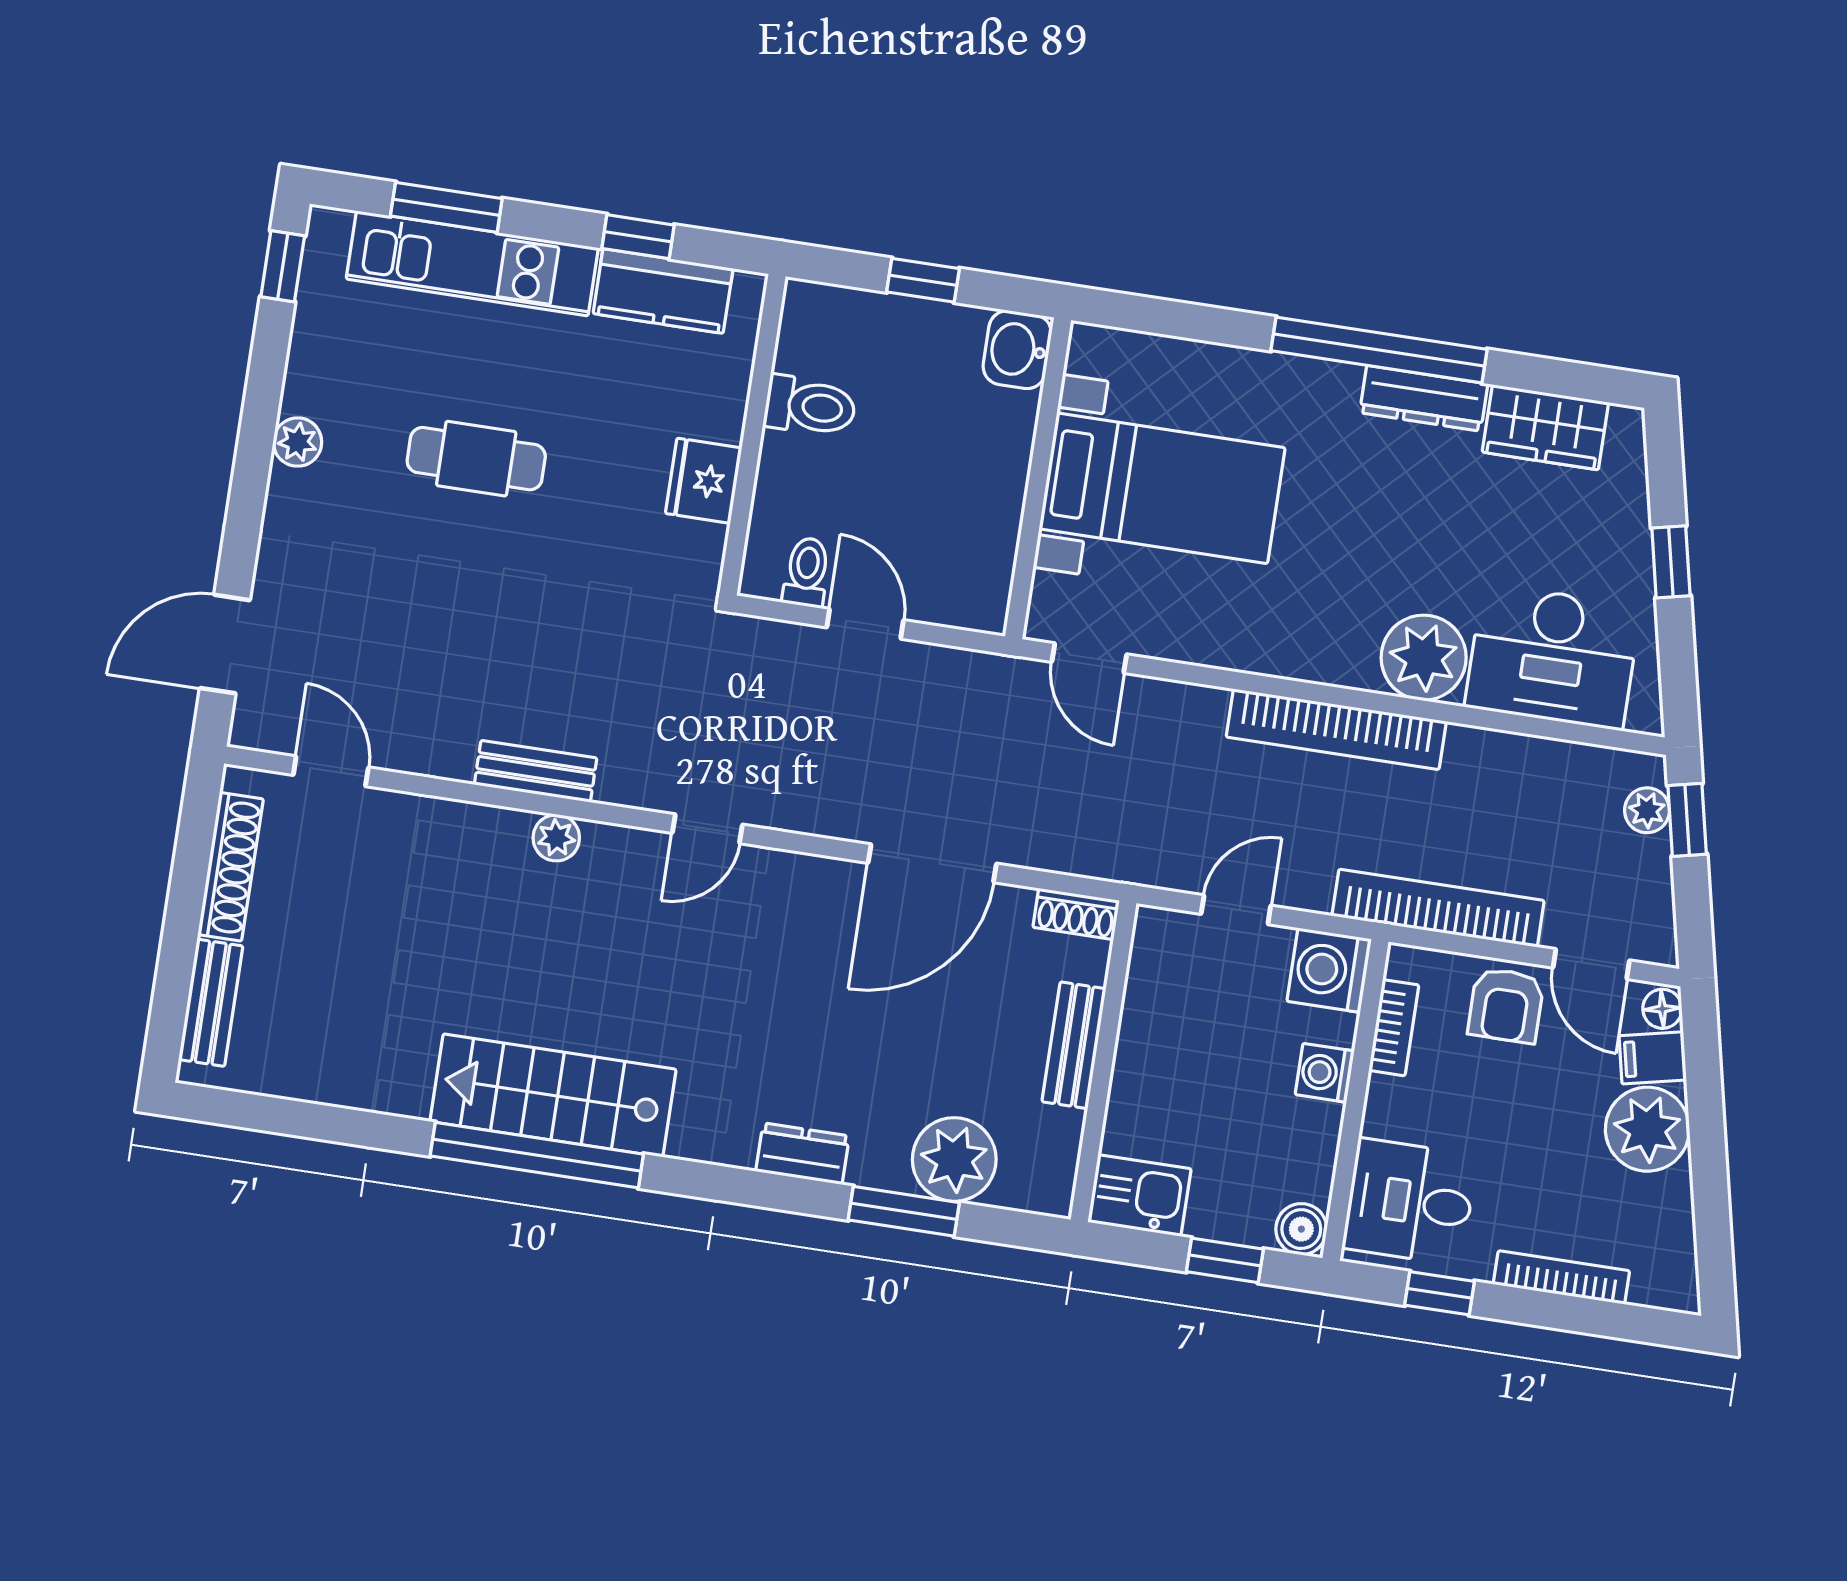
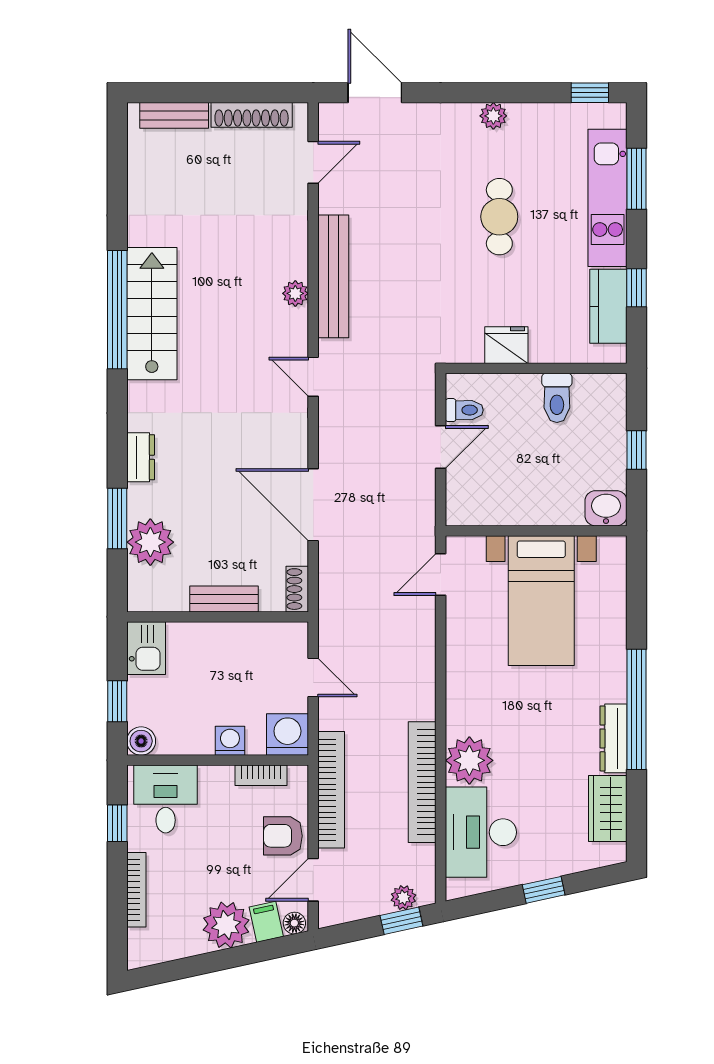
bookcase: (1336, 729) -> (422, 782), moved
bench: (536, 771) -> (333, 276), width x1.86, depth x1.21

